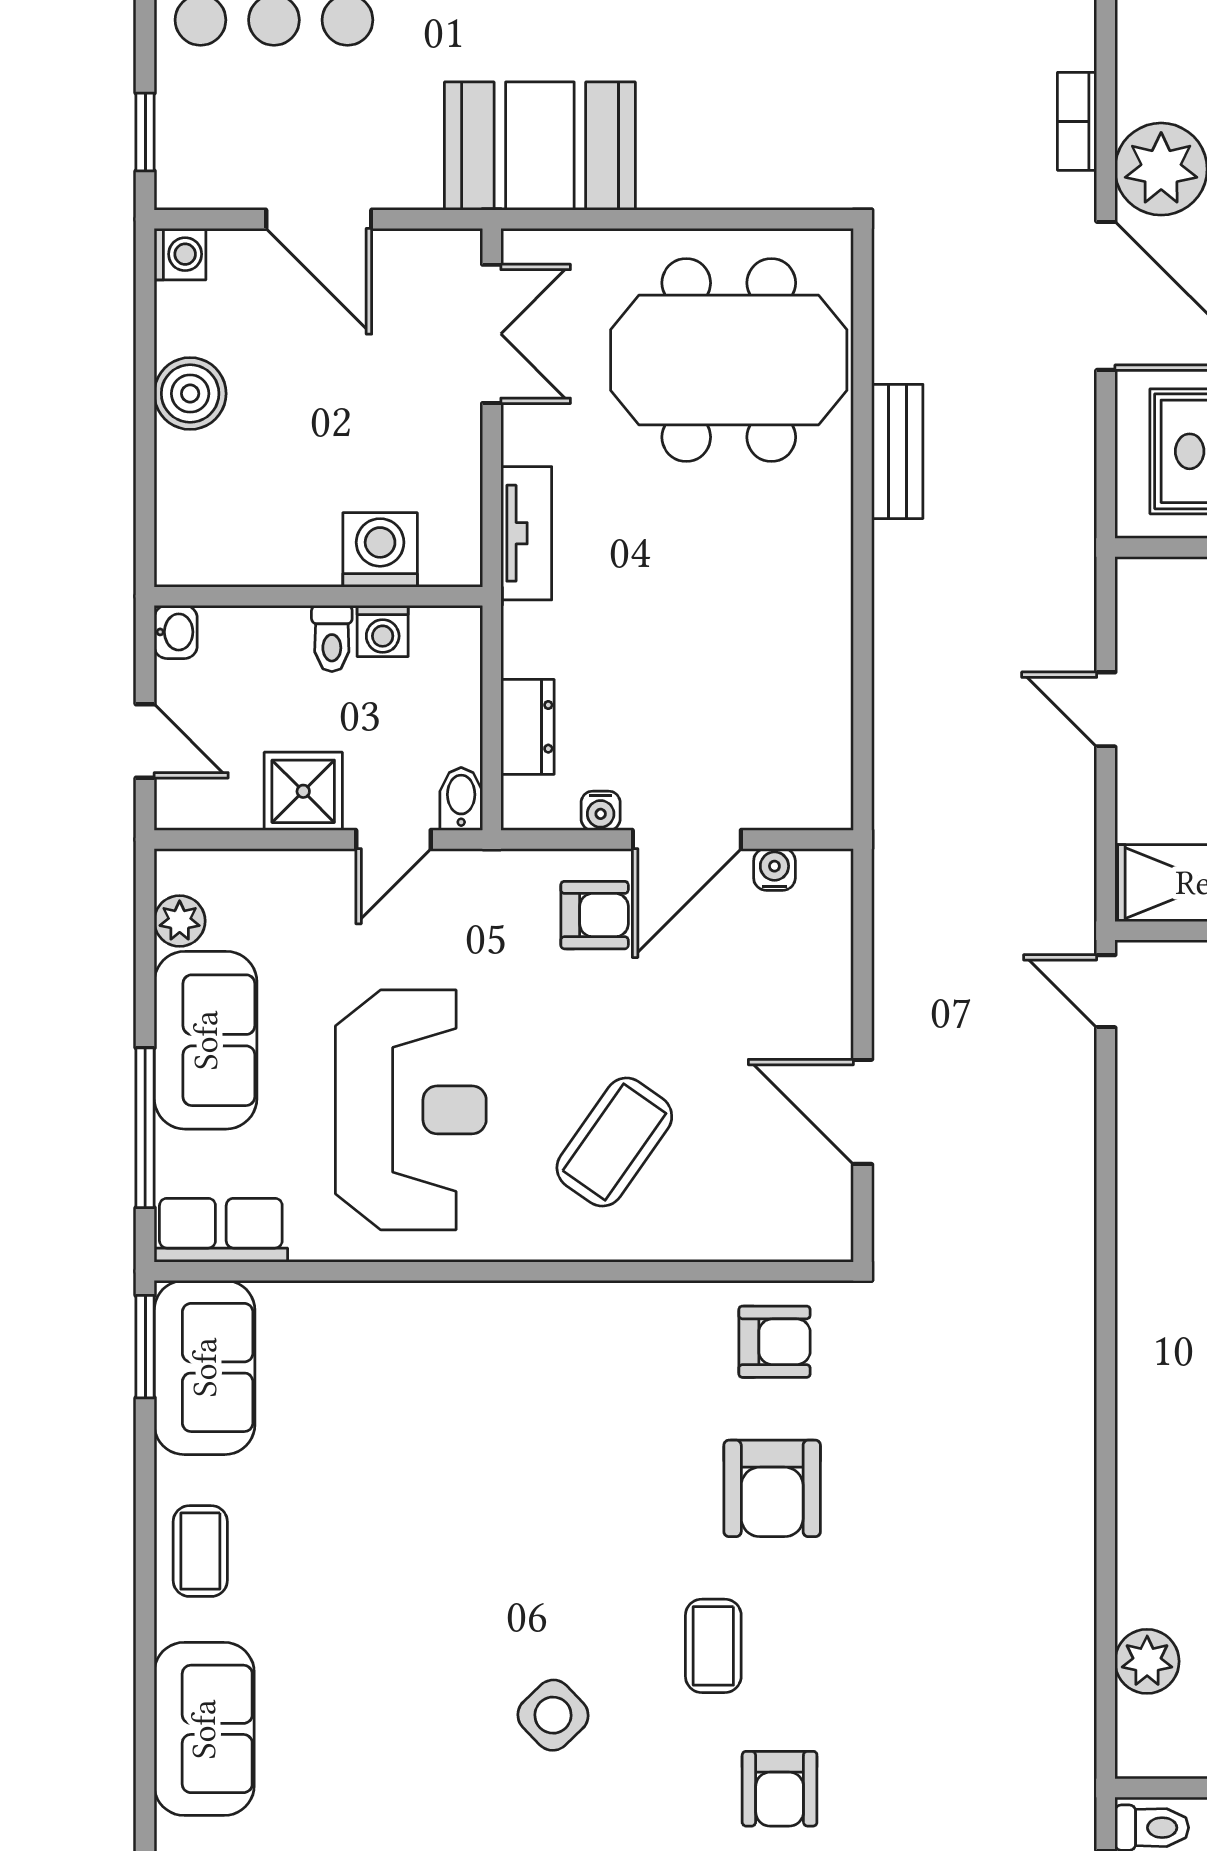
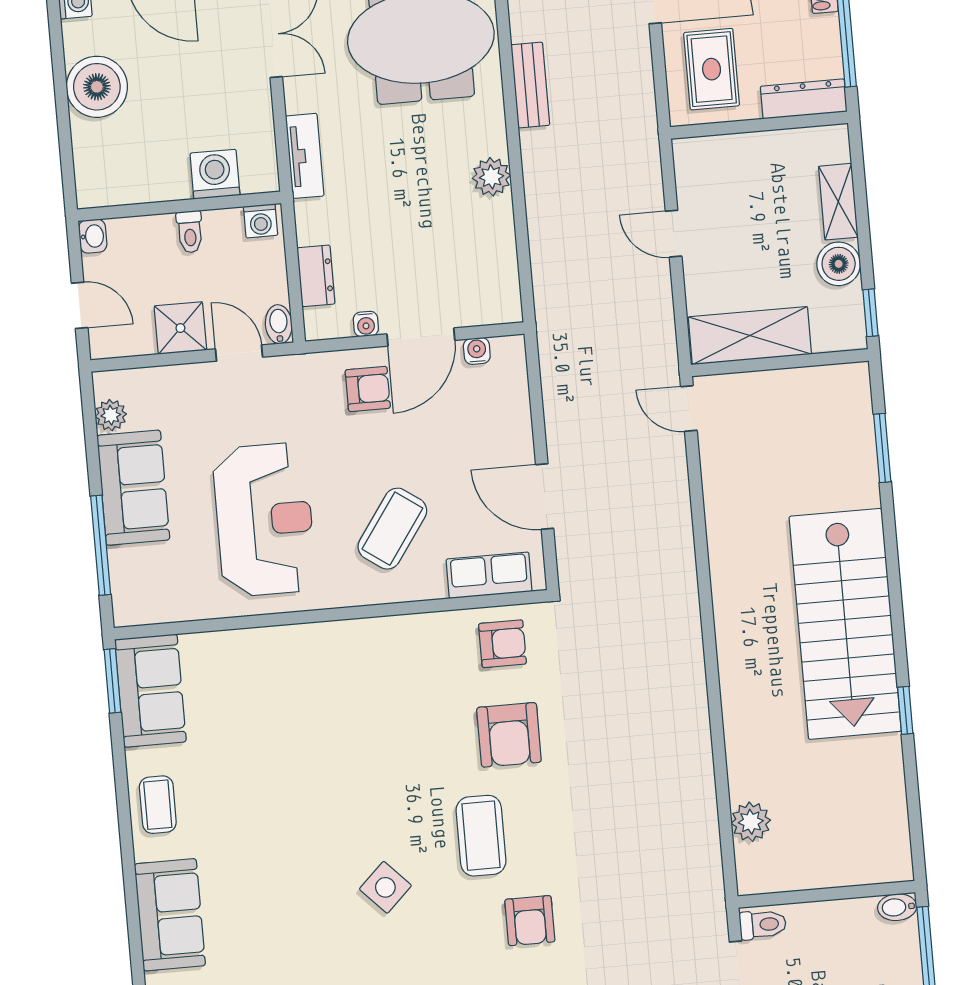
boiler: (190, 394) -> (97, 87), width x1.37, depth x1.37
plant: (822, 593) -> (491, 177), added
washing machine: (383, 631) -> (261, 221), moved
door: (393, 839) -> (239, 353), swing flipped
row of seats: (221, 1230) -> (489, 575), moved
coffee table: (713, 1646) -> (481, 836), width x1.36, depth x1.30

